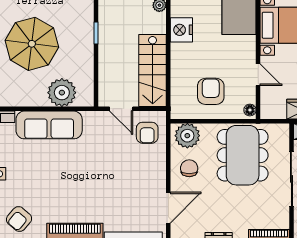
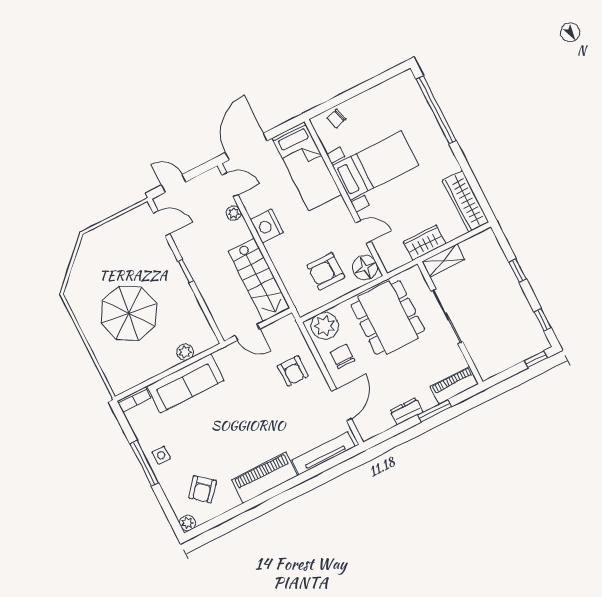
armchair: (211, 91) -> (326, 271), turned -90
plant: (62, 93) -> (185, 352), width x0.53, depth x0.53
floor lamp: (250, 110) -> (365, 268), width x1.89, depth x1.89
armchair: (147, 133) -> (293, 371), moved

